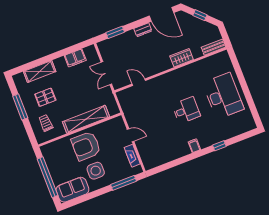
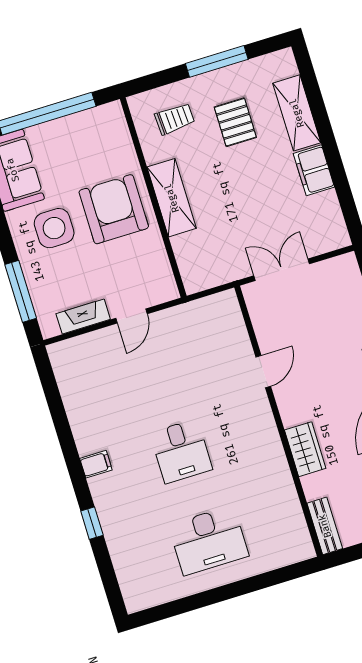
filing cabinet: (75, 58) -> (314, 170), moved
door: (139, 82) -> (263, 372), moved
desk: (223, 96) -> (209, 540), width x0.73, depth x0.77
shelving: (86, 119) -> (172, 198), width x0.68

